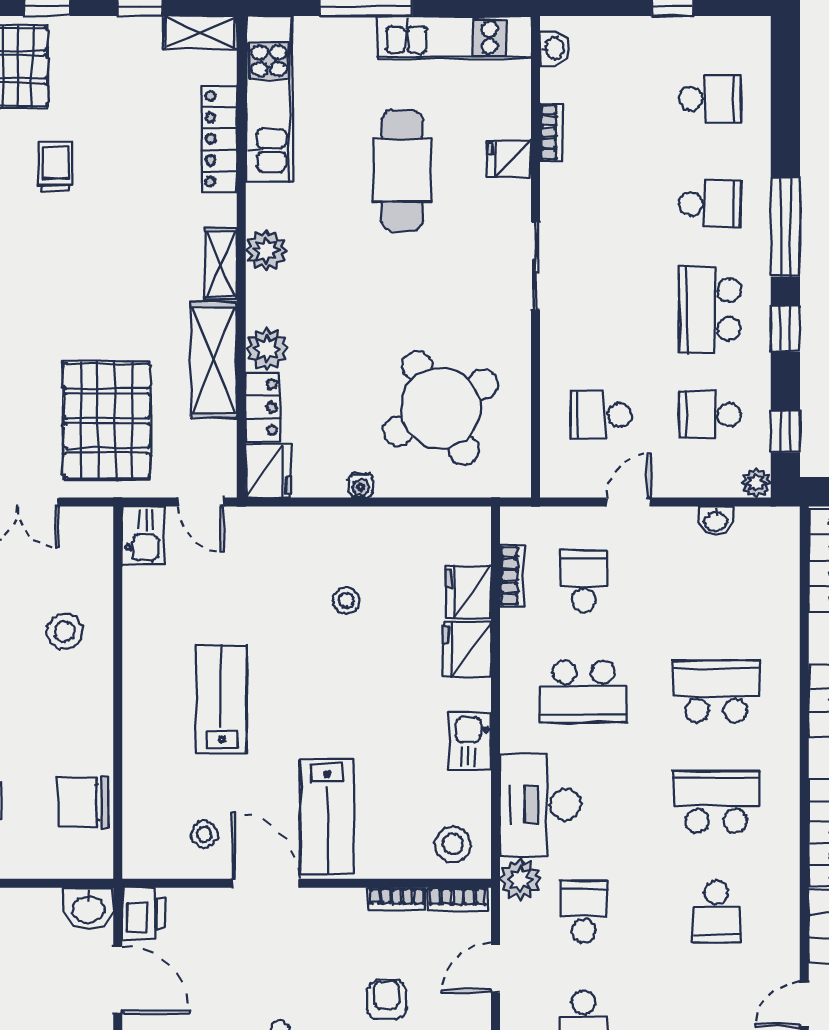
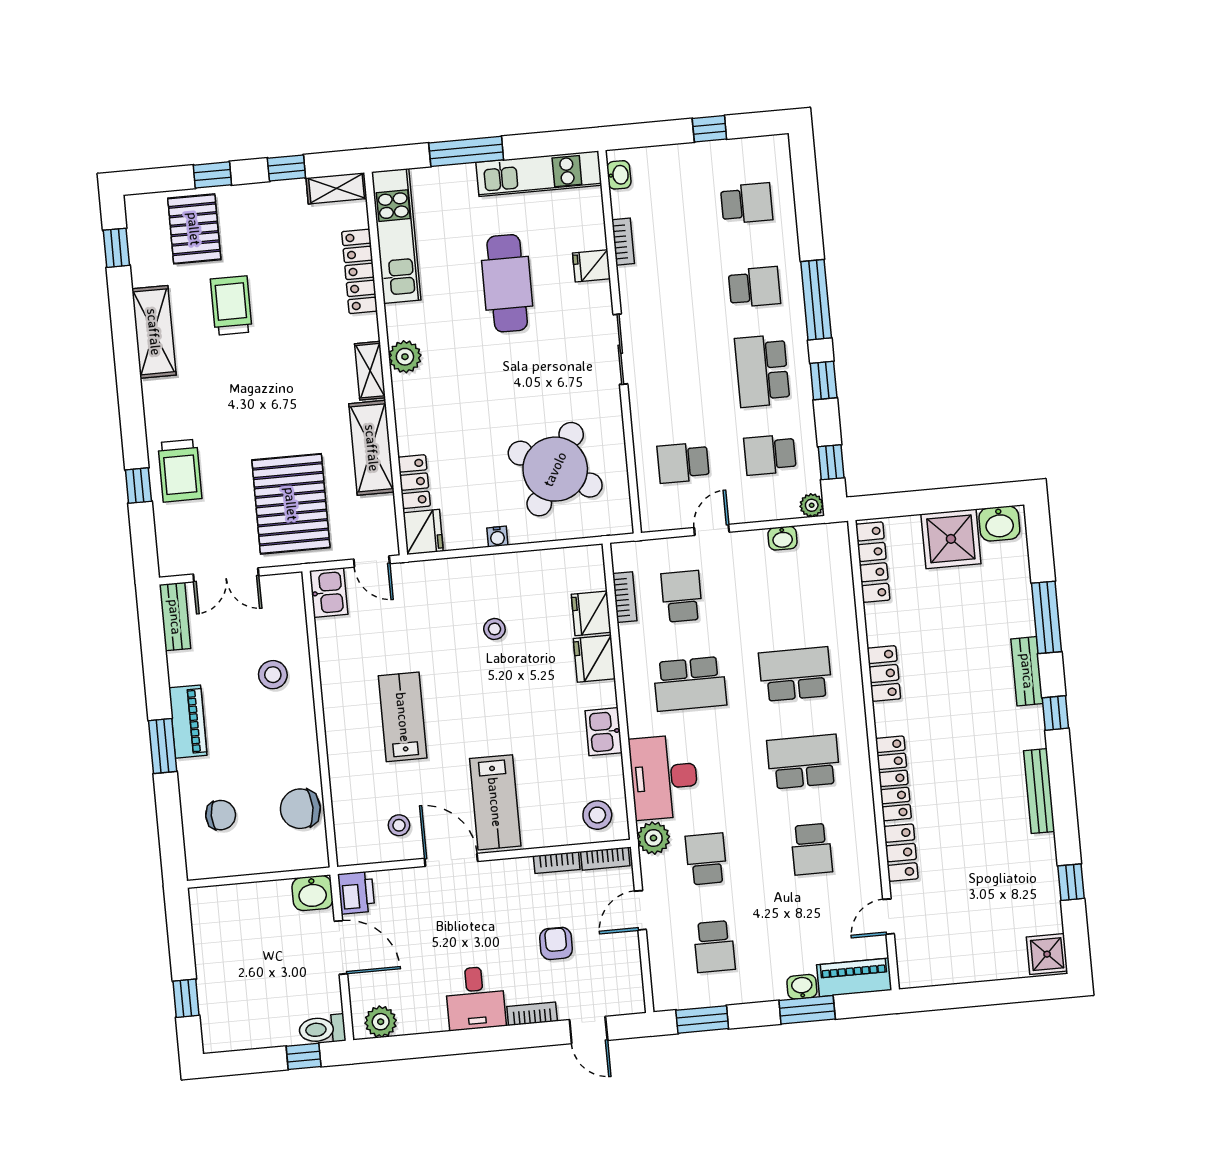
trolley: (55, 166) -> (231, 305), width x1.36, depth x1.39
plant: (267, 349) -> (413, 435), removed
round table: (440, 408) -> (555, 469), turned -31

